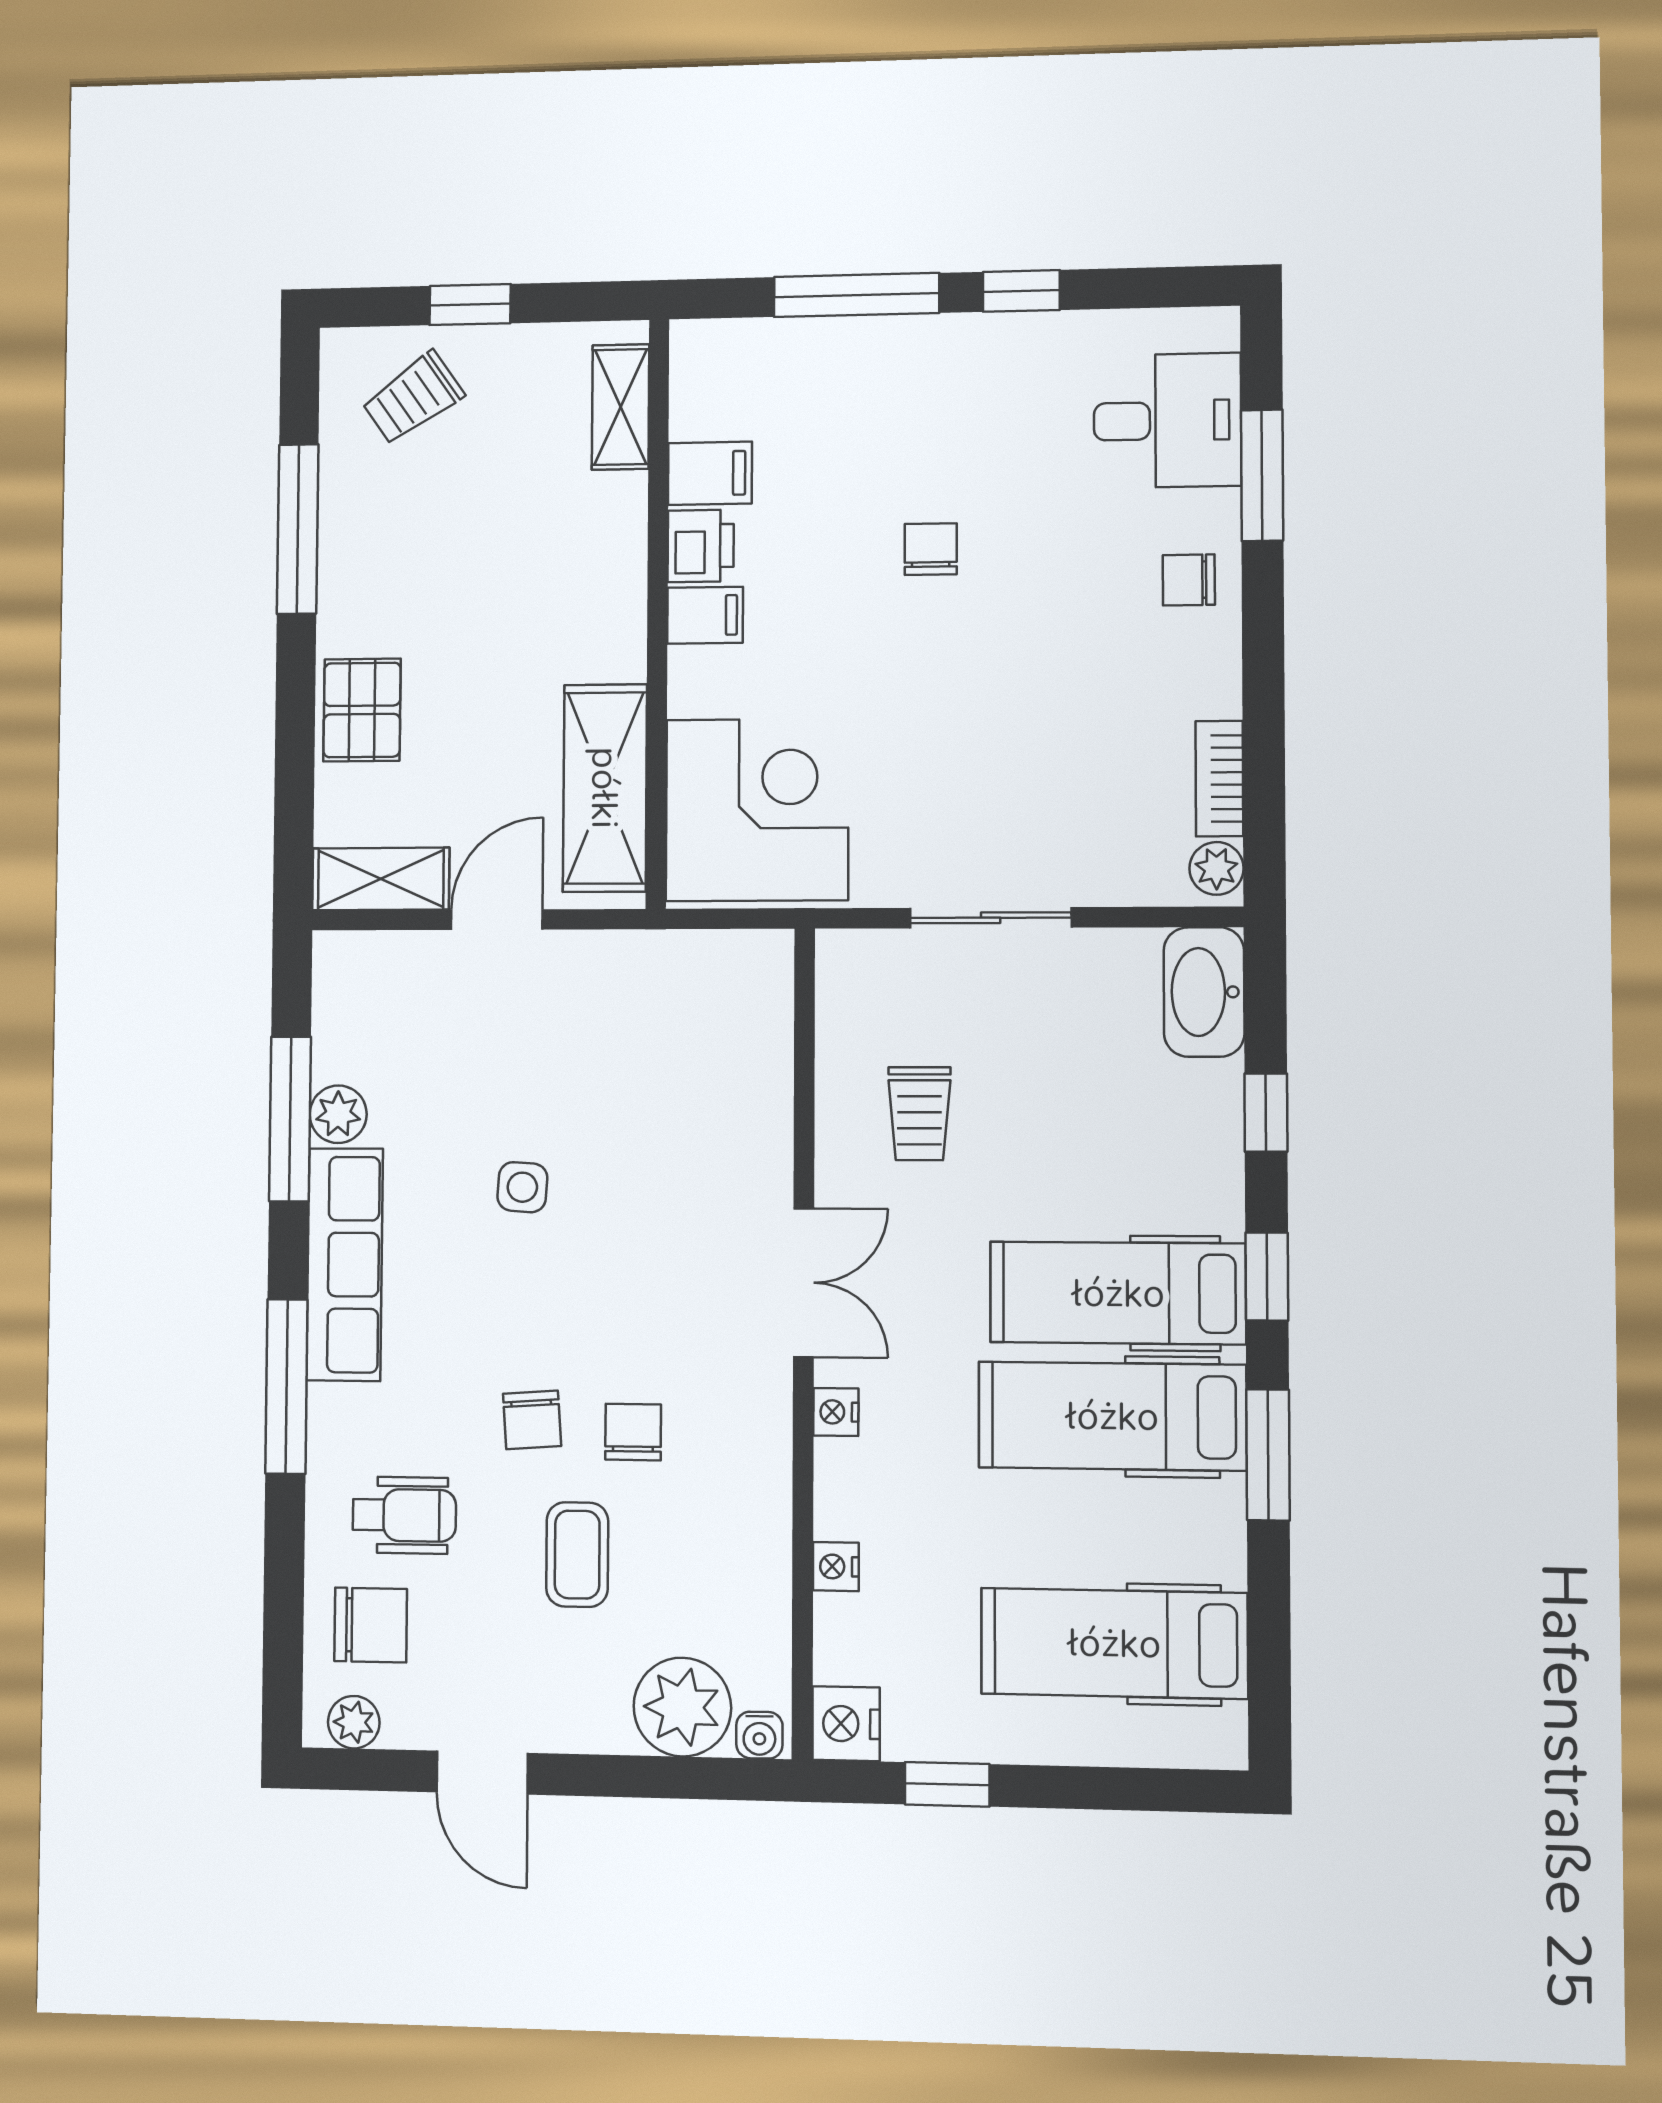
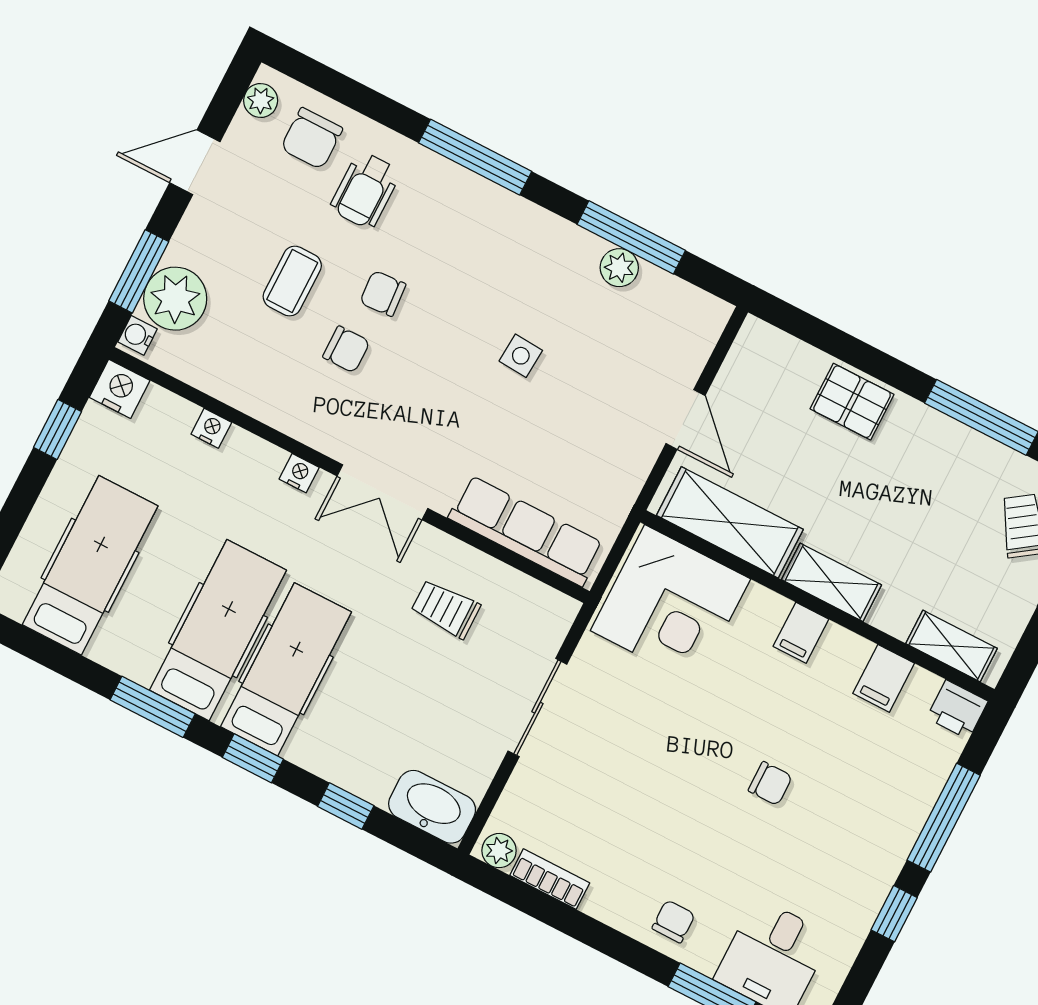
printer: (701, 546) -> (957, 710), moved
shelving: (381, 879) -> (832, 582), moved, turned 90
row of seats: (345, 1264) -> (526, 531), moved, turned 180
coffee table: (577, 1555) -> (292, 281), turned 90
window: (670, 1777) -> (139, 271), added

